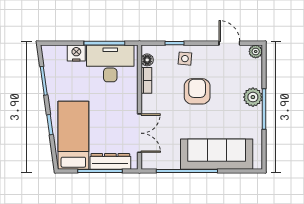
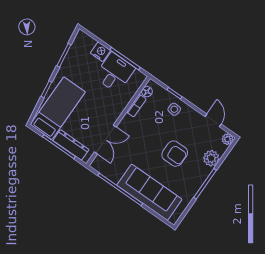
desk: (110, 63) -> (115, 73), width x0.73
armchair: (197, 91) -> (175, 154), moved, turned 90
plant: (253, 97) -> (211, 158), moved

